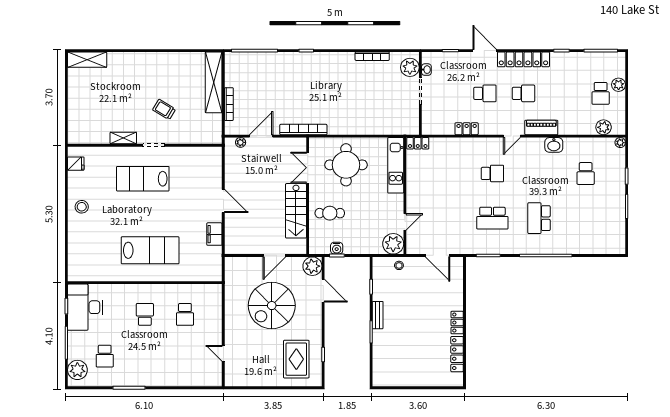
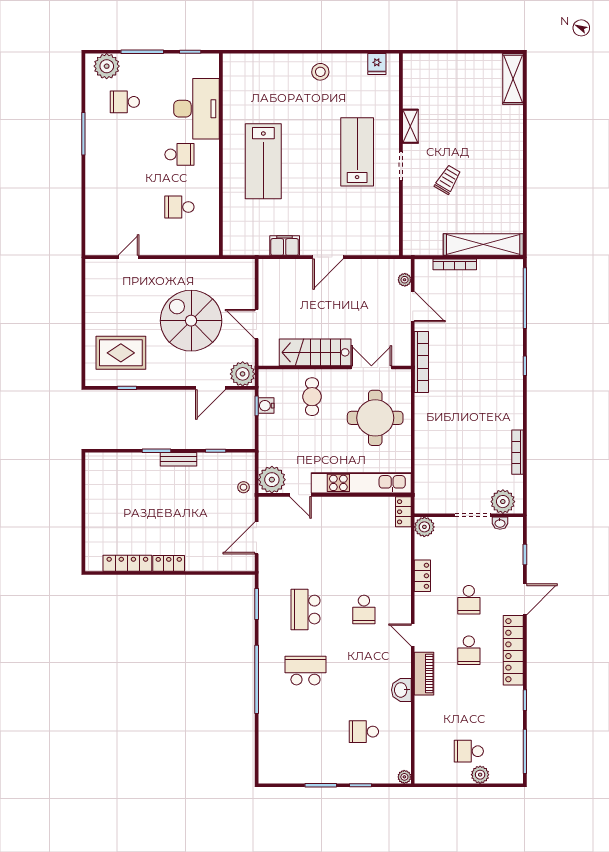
plant: (604, 127) -> (424, 527), moved
kitchen unit: (396, 165) -> (361, 483), width x1.36
desk: (85, 307) -> (196, 109), moved, turned 90

